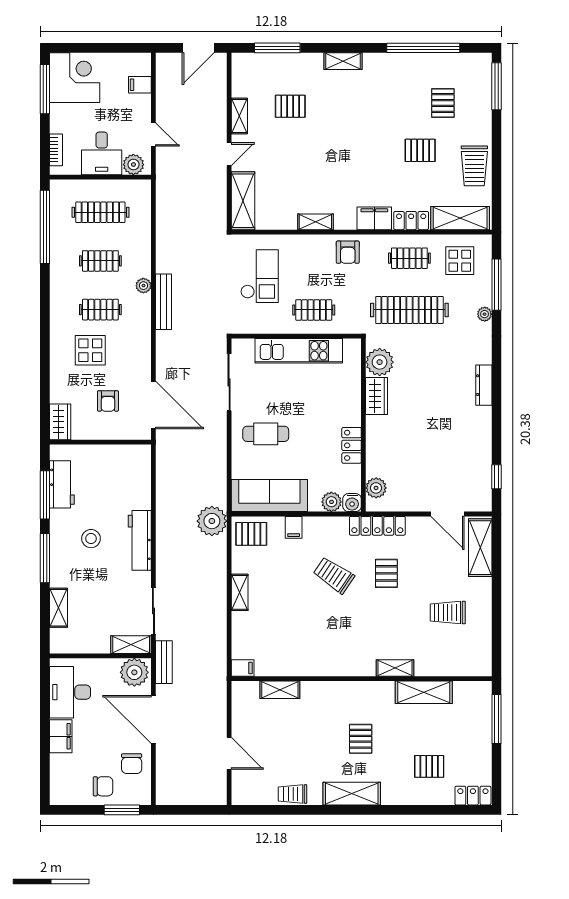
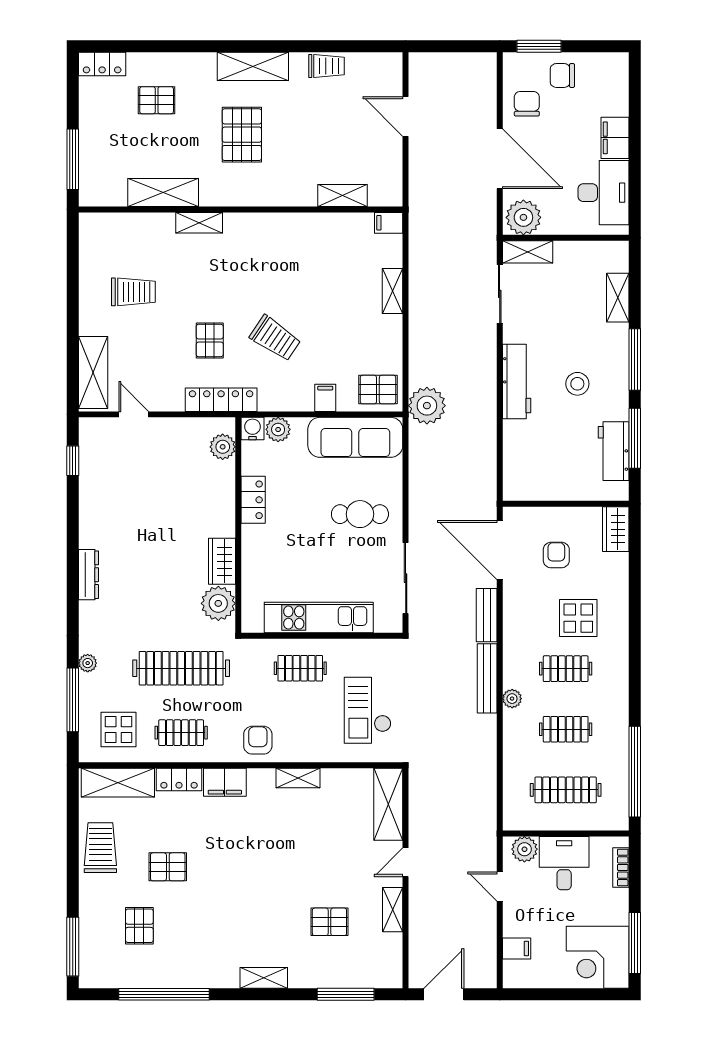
door: (448, 514) -> (134, 414), width x0.73
shelving: (240, 592) -> (392, 291), moved
bench: (164, 662) -> (487, 615), moved
pallet: (361, 739) -> (242, 135), width x1.50, depth x1.42

